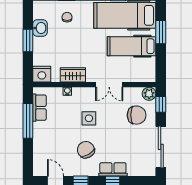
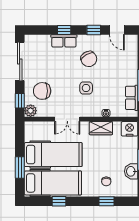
hospital bed: (132, 46) -> (53, 155), width x1.37, depth x1.29
double door: (109, 85) -> (67, 119), swing flipped

